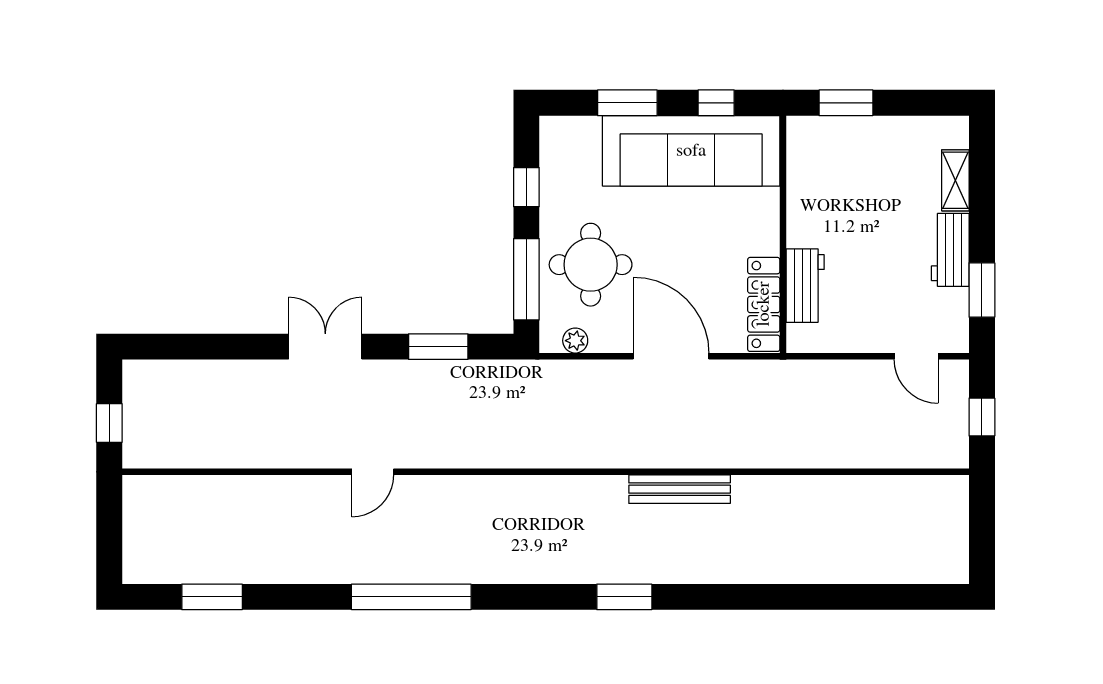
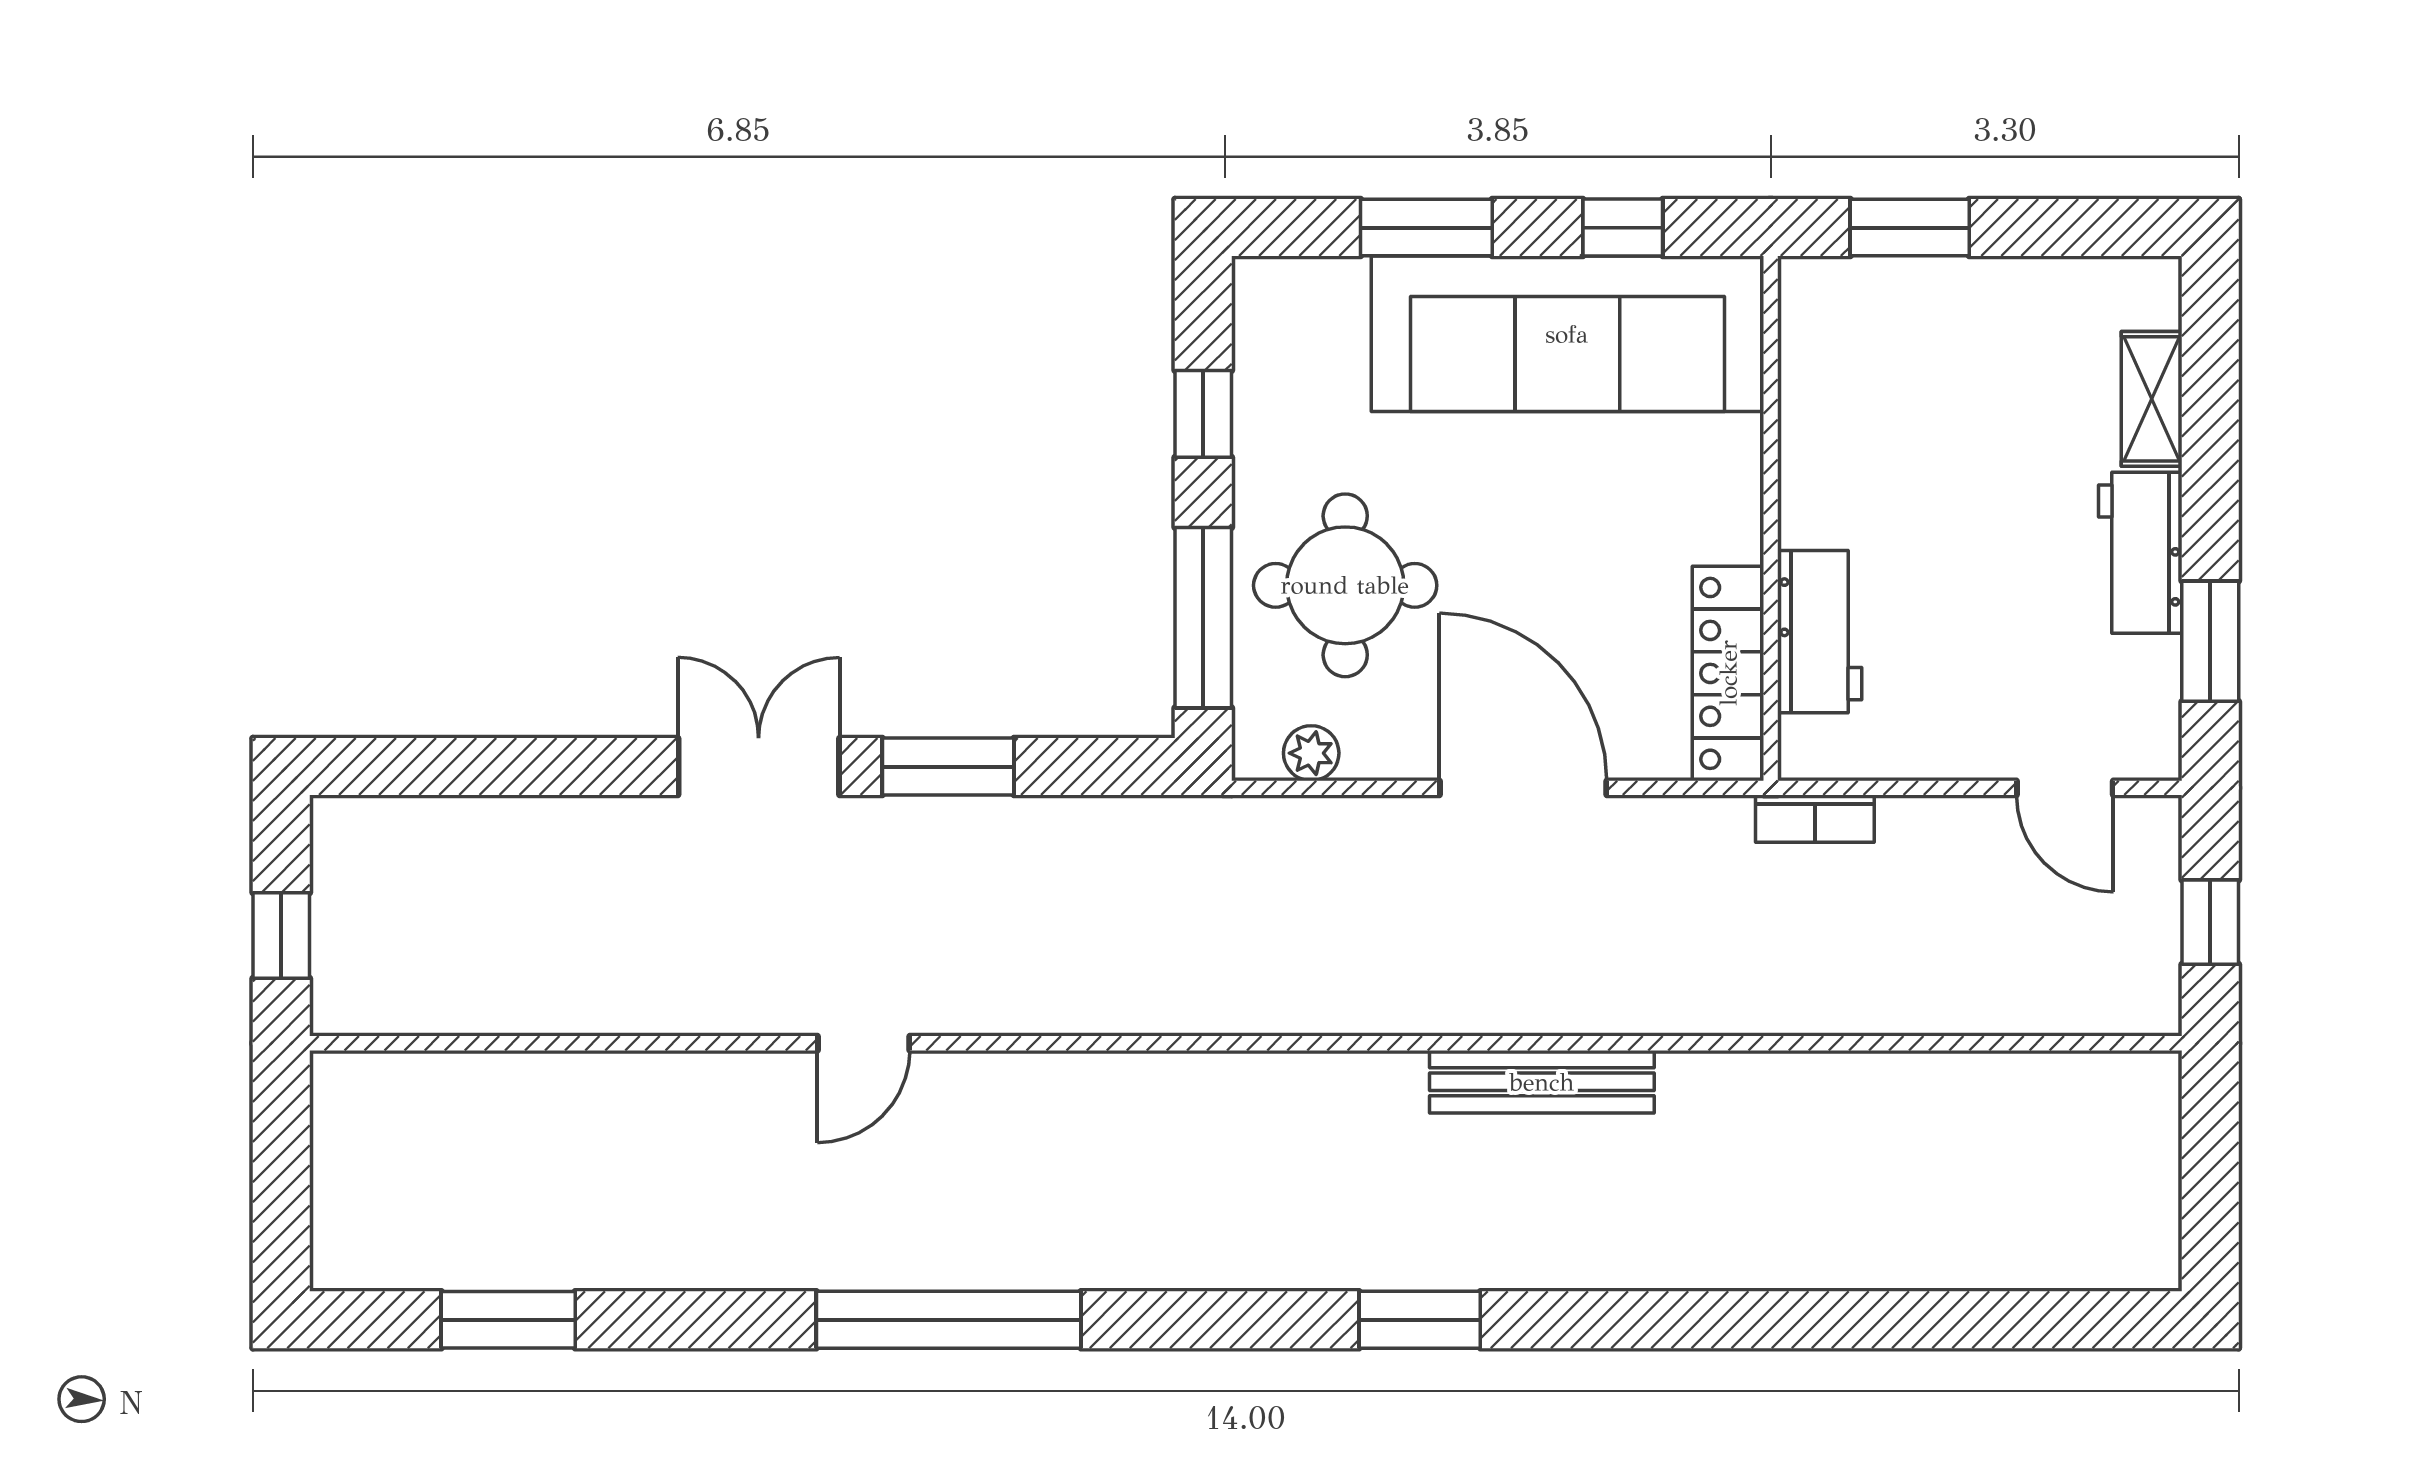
window: (438, 347) -> (948, 767), moved
bookcase: (803, 370) -> (1815, 819), added

